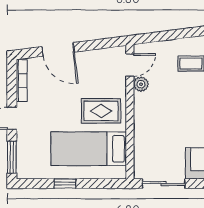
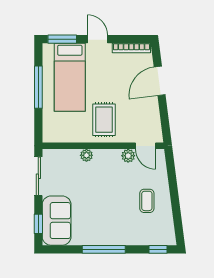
plant: (140, 130) -> (86, 155), added
bed: (89, 149) -> (70, 77), moved, turned 180
window: (65, 184) -> (38, 87), width x2.17

